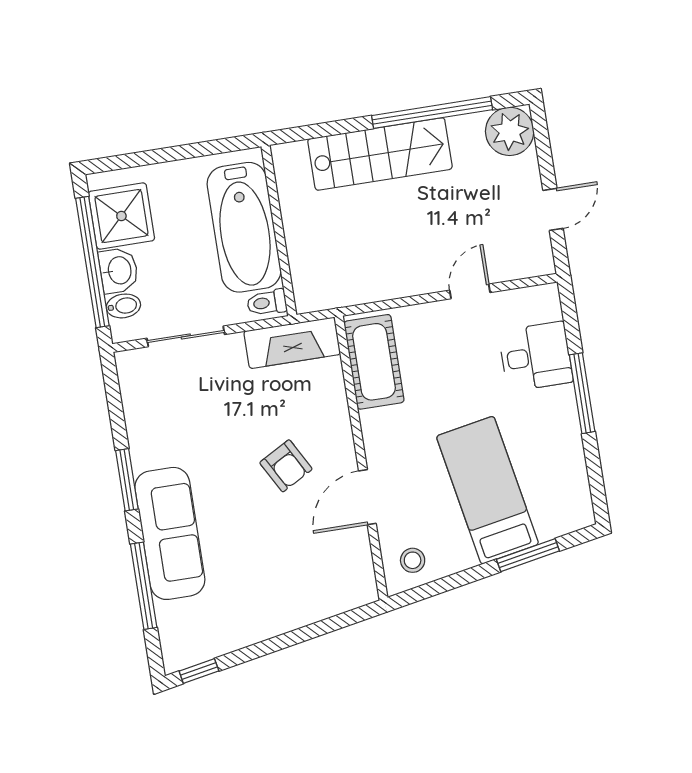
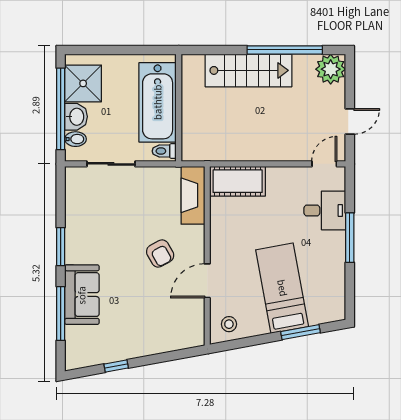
door: (470, 291) -> (324, 164), moved
fireplace: (292, 343) -> (193, 195), moved, turned 90
cot: (374, 362) -> (238, 181), moved, turned 90
sofa: (170, 533) -> (82, 295), width x0.73
window: (199, 671) -> (116, 366), moved

